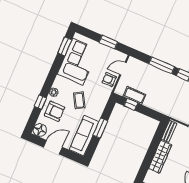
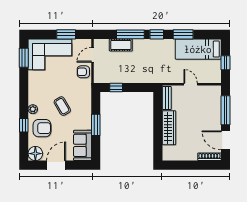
corner sofa: (78, 62) -> (50, 54), moved, turned 90
cot: (134, 95) -> (121, 45), moved
sofa: (84, 136) -> (83, 145), width x0.73

